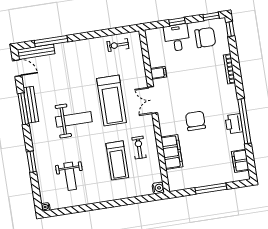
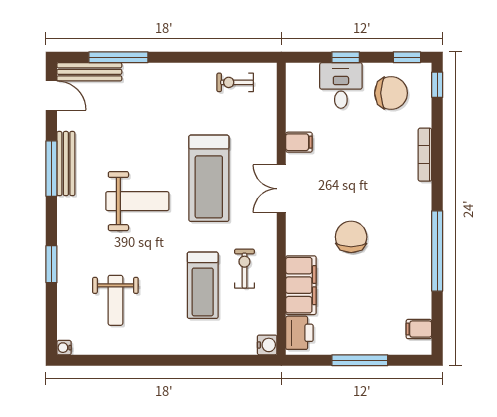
printer: (234, 124) -> (299, 333), moved, turned 180
filing cabinet: (240, 161) -> (419, 329), width x0.50

